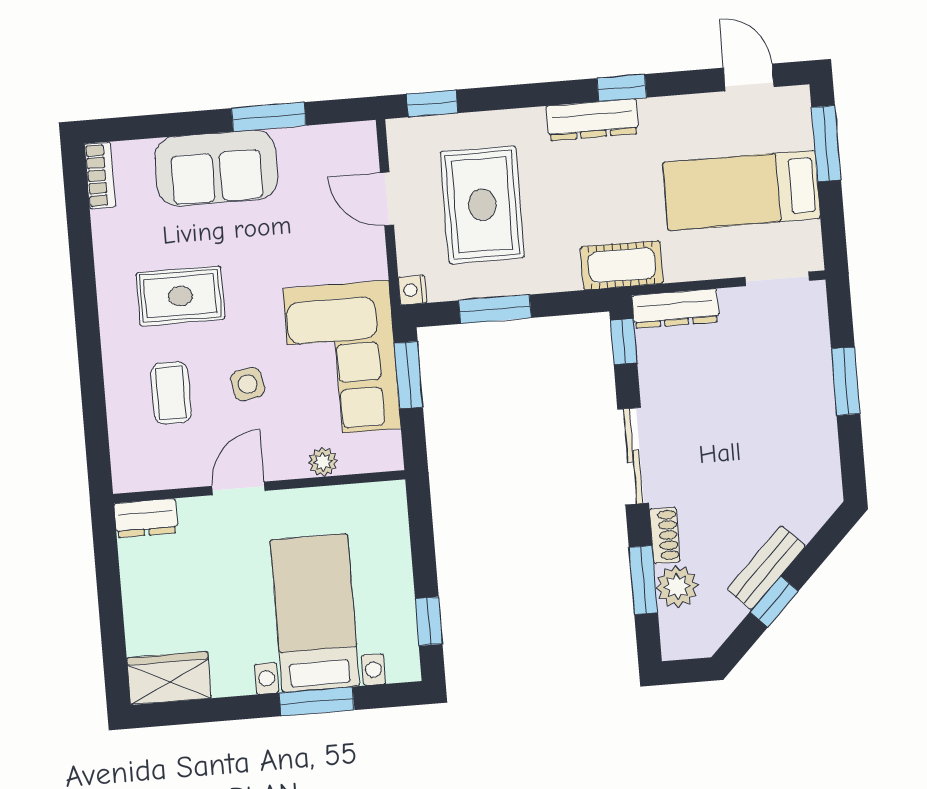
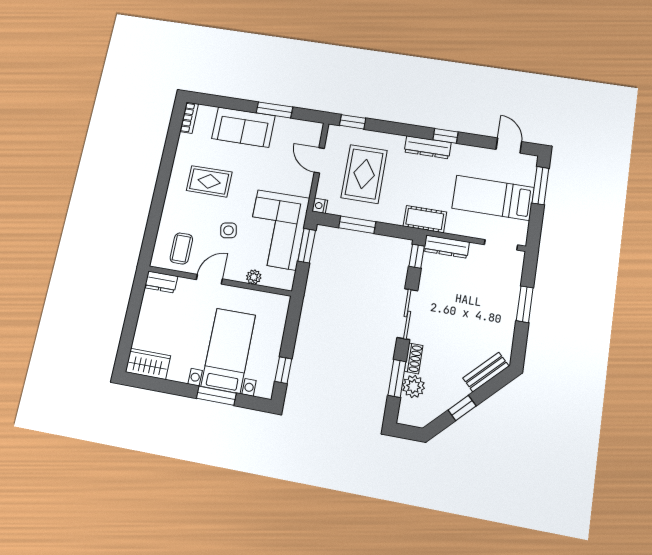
coffee table: (171, 393) -> (181, 248), moved
bench: (766, 568) -> (486, 372), moved

